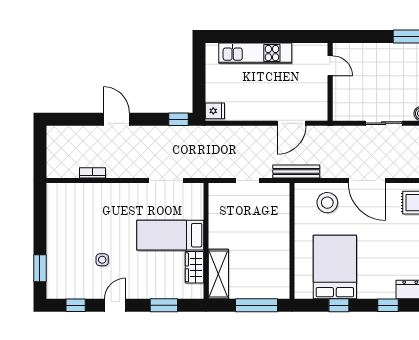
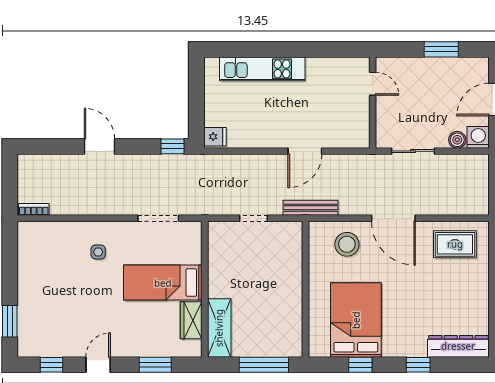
door: (330, 66) -> (373, 84), moved
wall: (330, 82) -> (373, 103), moved
bookcase: (93, 173) -> (34, 209), moved
side table: (102, 260) -> (98, 252), moved

